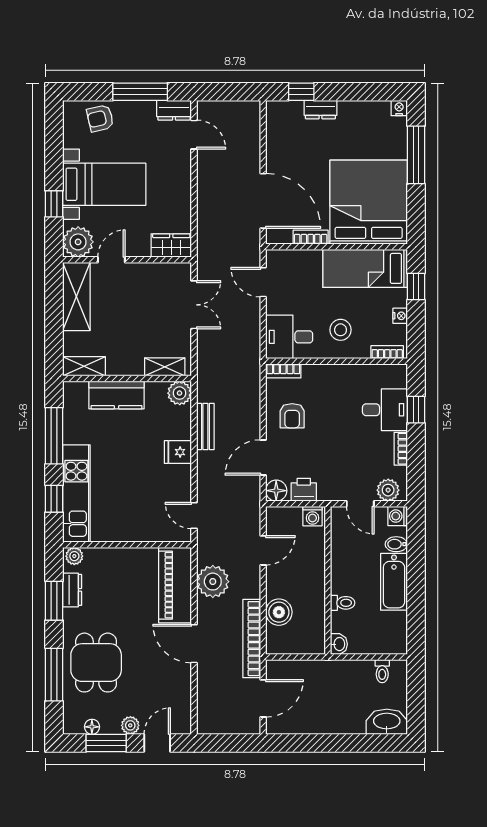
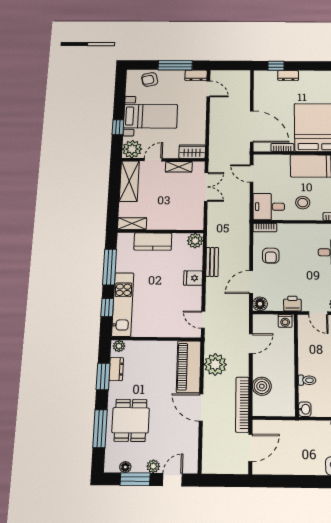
shelving: (165, 367) -> (179, 167), moved
printer: (304, 490) -> (292, 304), moved

